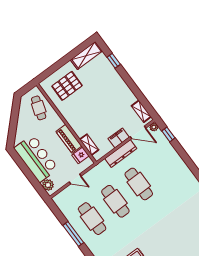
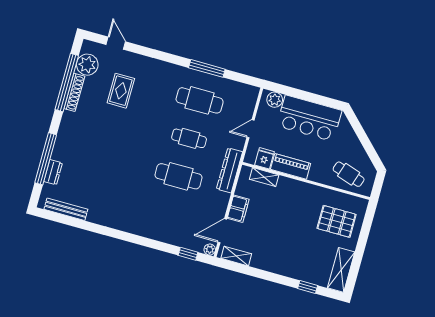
pallet: (67, 86) -> (337, 221), turned 90
dresser: (121, 154) -> (229, 170), moved
cafe table: (115, 201) -> (189, 138), width x0.73, depth x0.74

